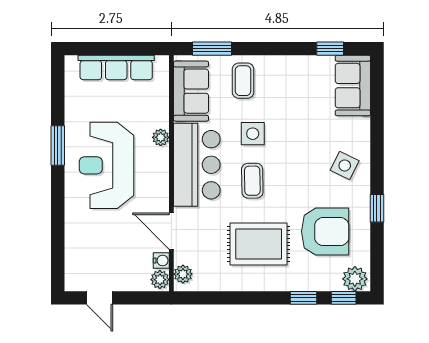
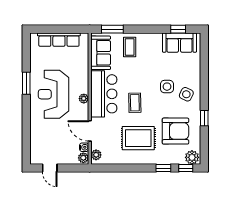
sofa: (353, 86) -> (179, 43), moved, turned -90
side table: (253, 134) -> (167, 87), moved
plant: (161, 137) -> (84, 99), moved

